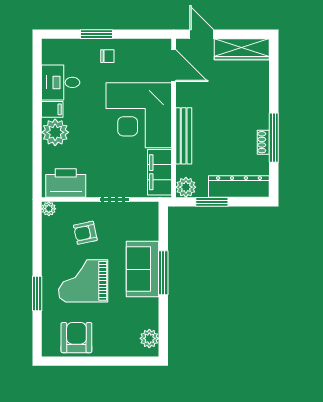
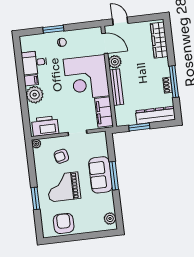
wardrobe: (242, 49) -> (159, 40), moved, turned 90
plant: (186, 187) -> (115, 62), moved

